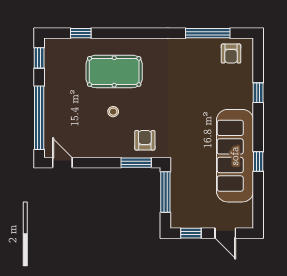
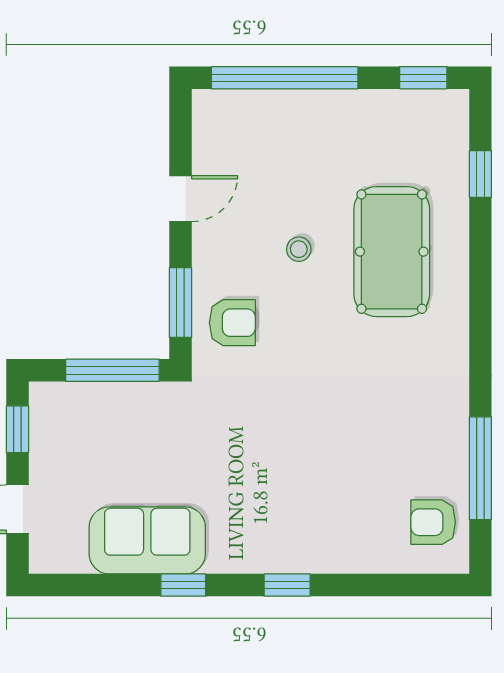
window: (258, 93) -> (287, 585), moved
sofa: (235, 156) -> (147, 540), width x0.54, depth x0.79
door: (62, 163) -> (180, 199), moved

